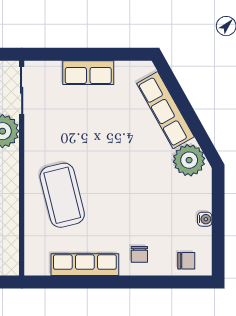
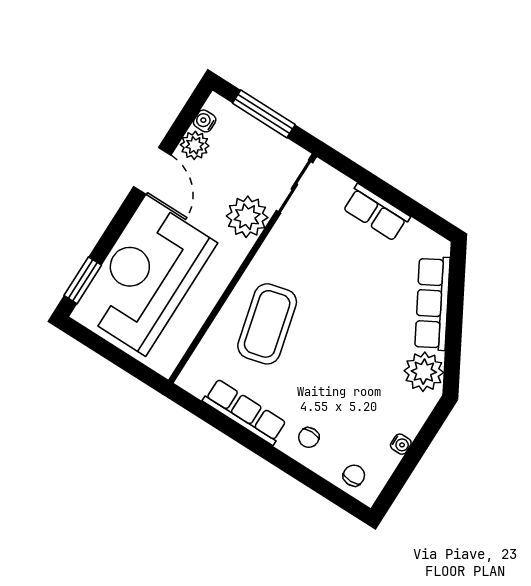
chair: (186, 261) -> (354, 476), turned -90

